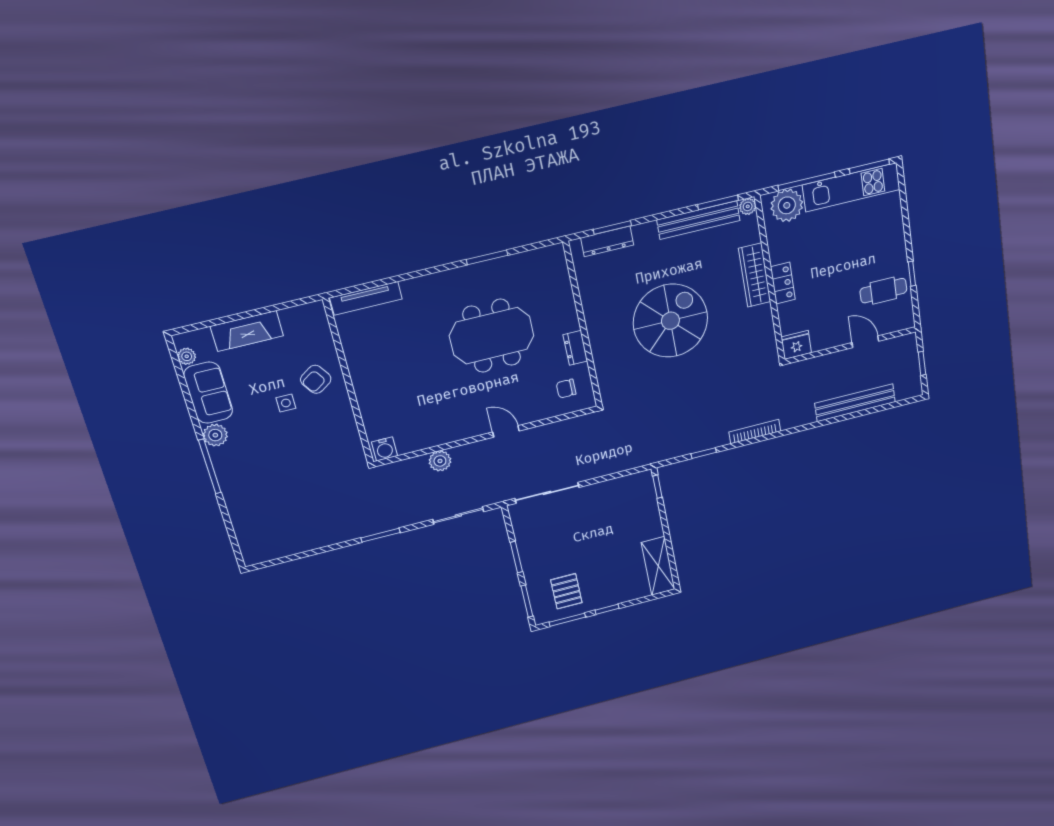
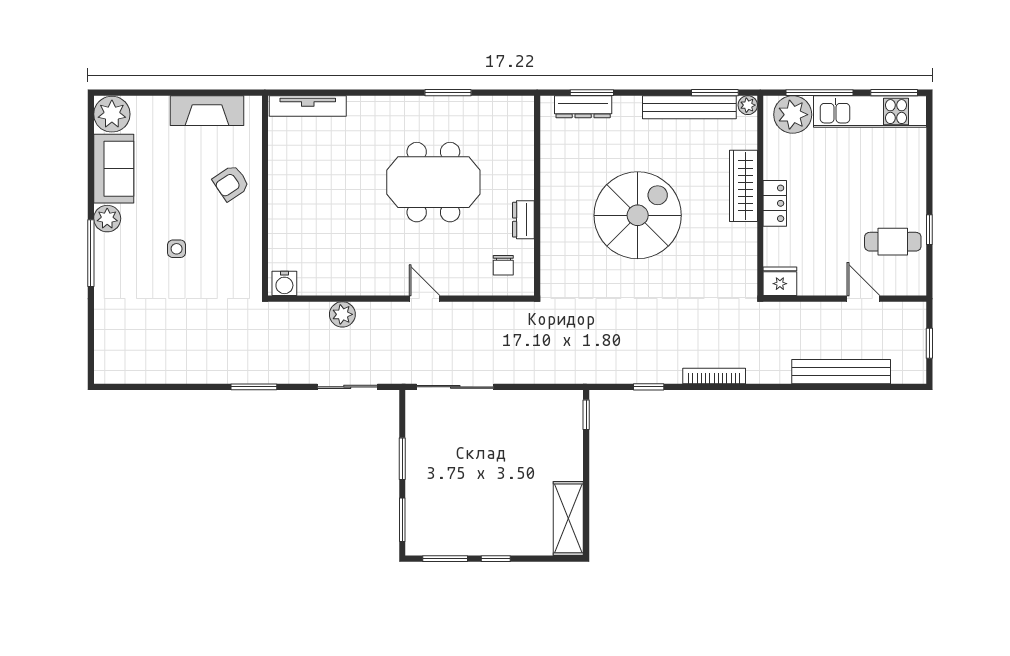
fireplace: (247, 331) -> (207, 111), moved
plant: (187, 356) -> (112, 114), width x1.87, depth x1.87
chair: (566, 389) -> (503, 265), turned -90
side table: (286, 403) -> (177, 249), moved
pallet: (566, 591) -> (452, 520), removed

